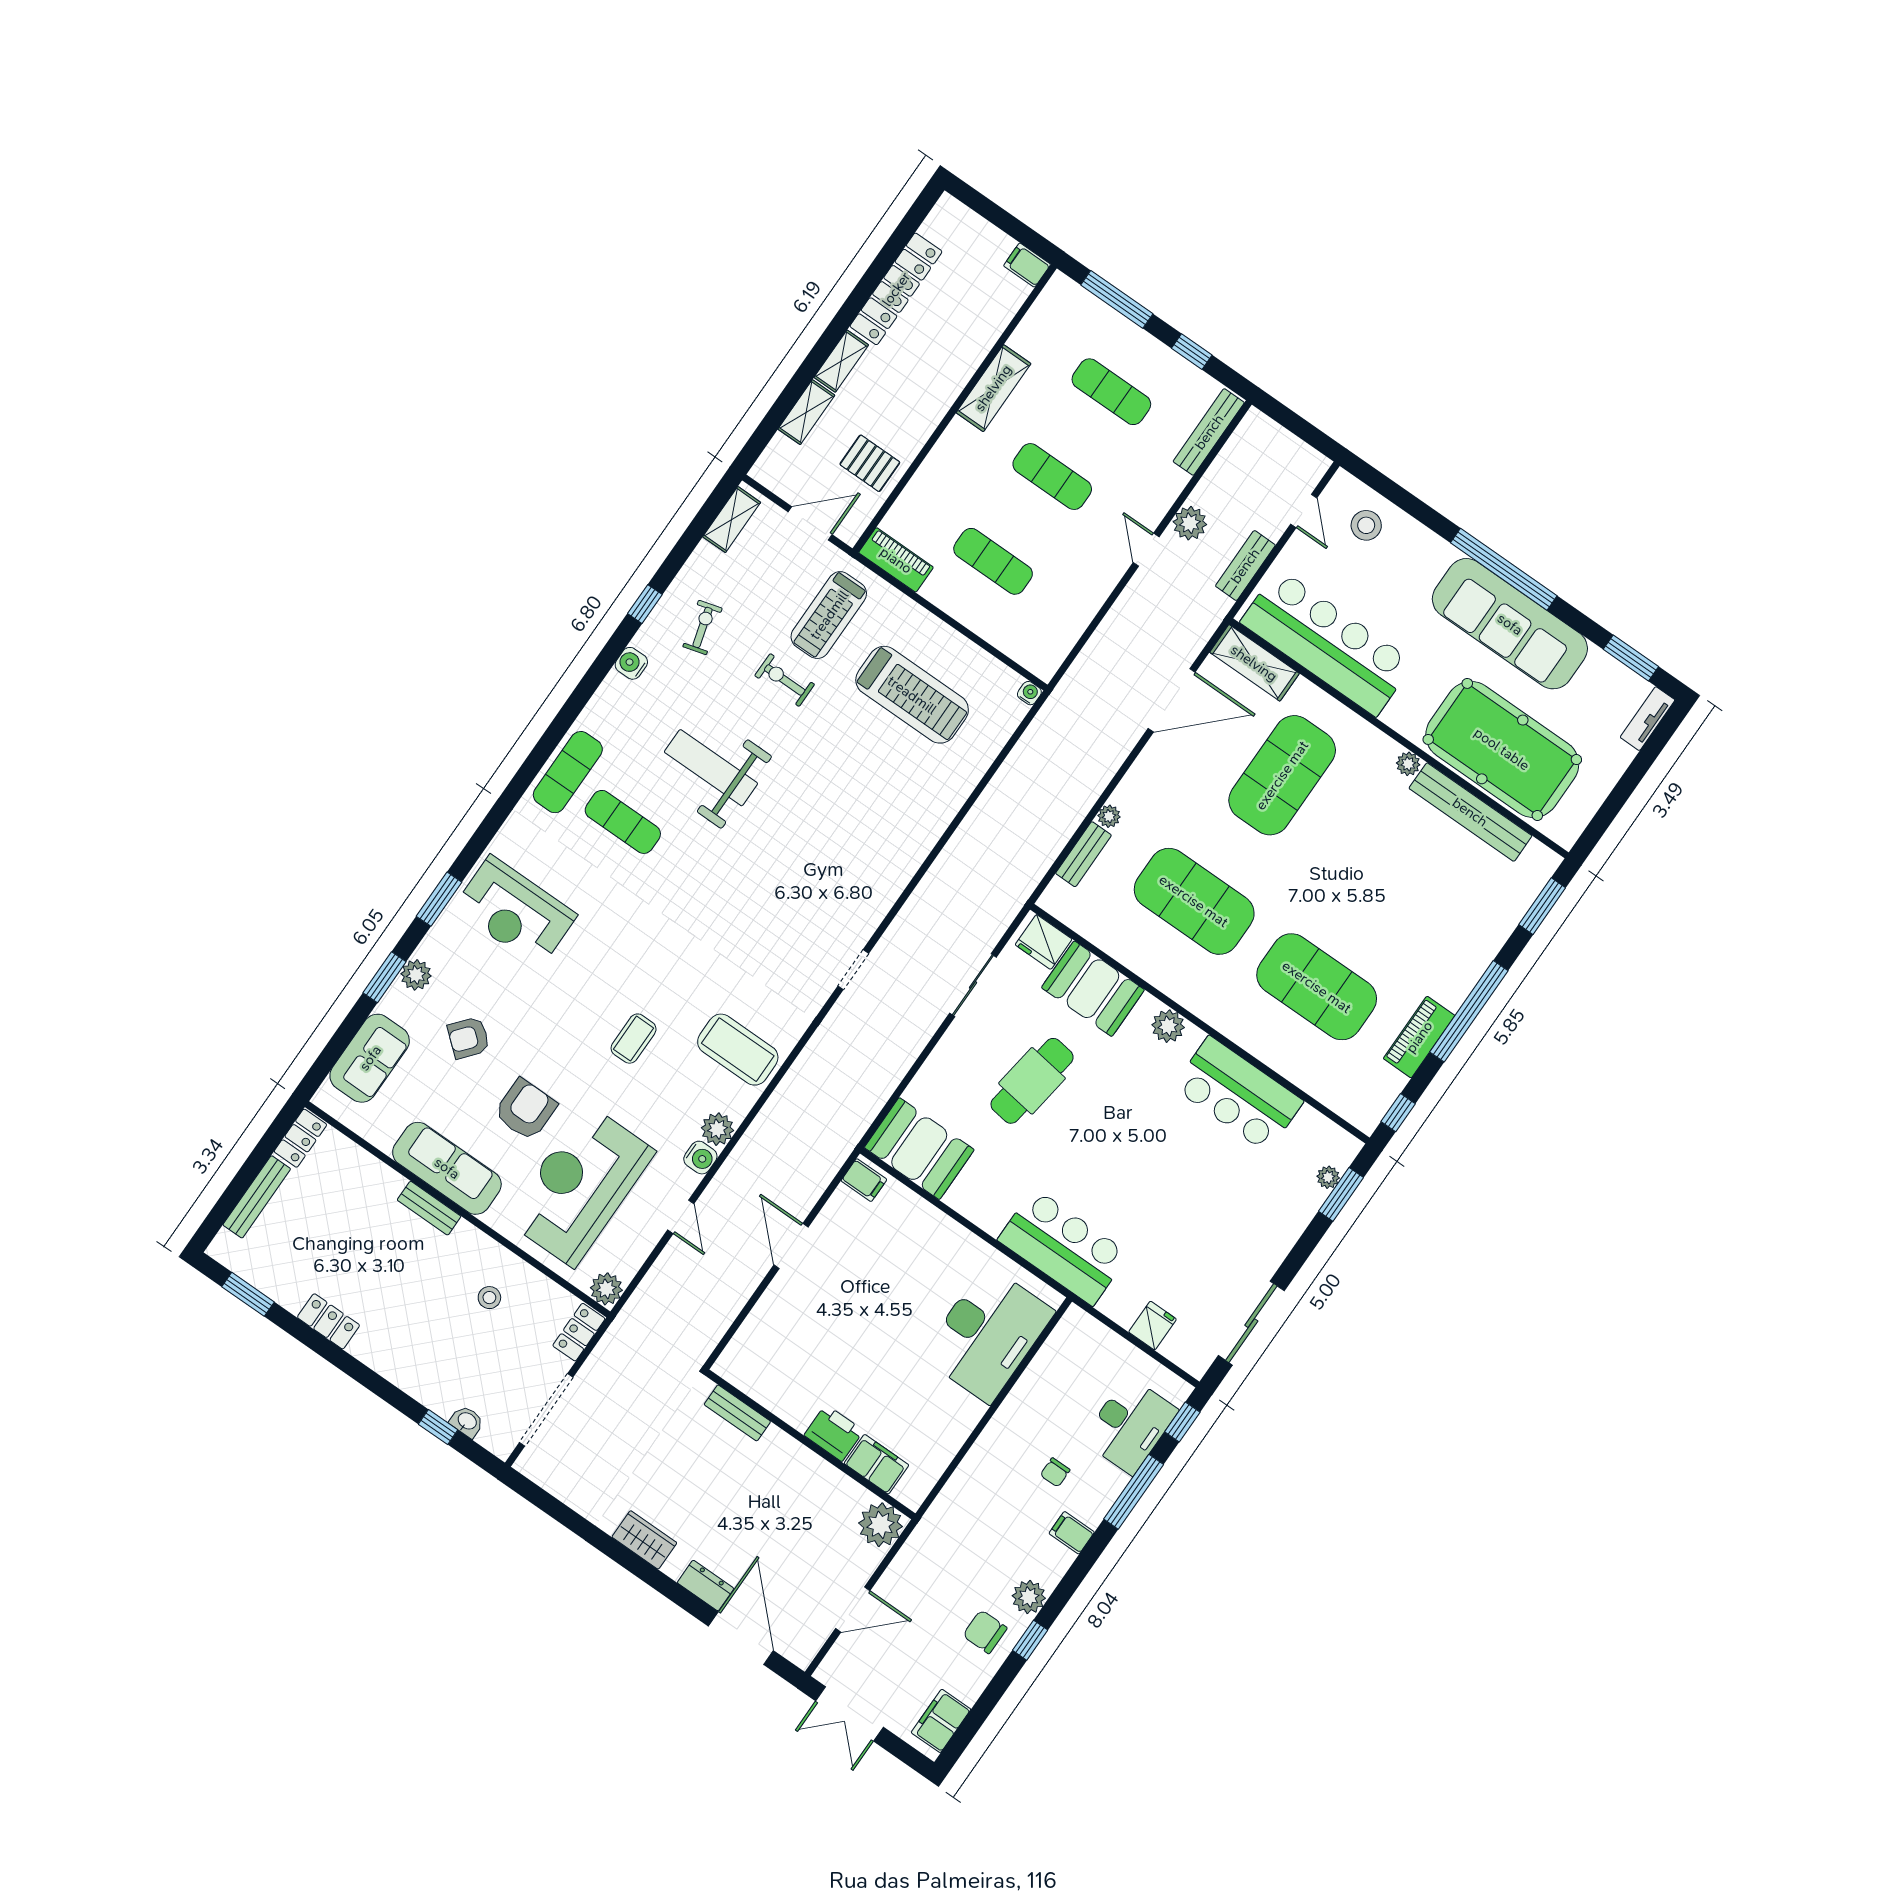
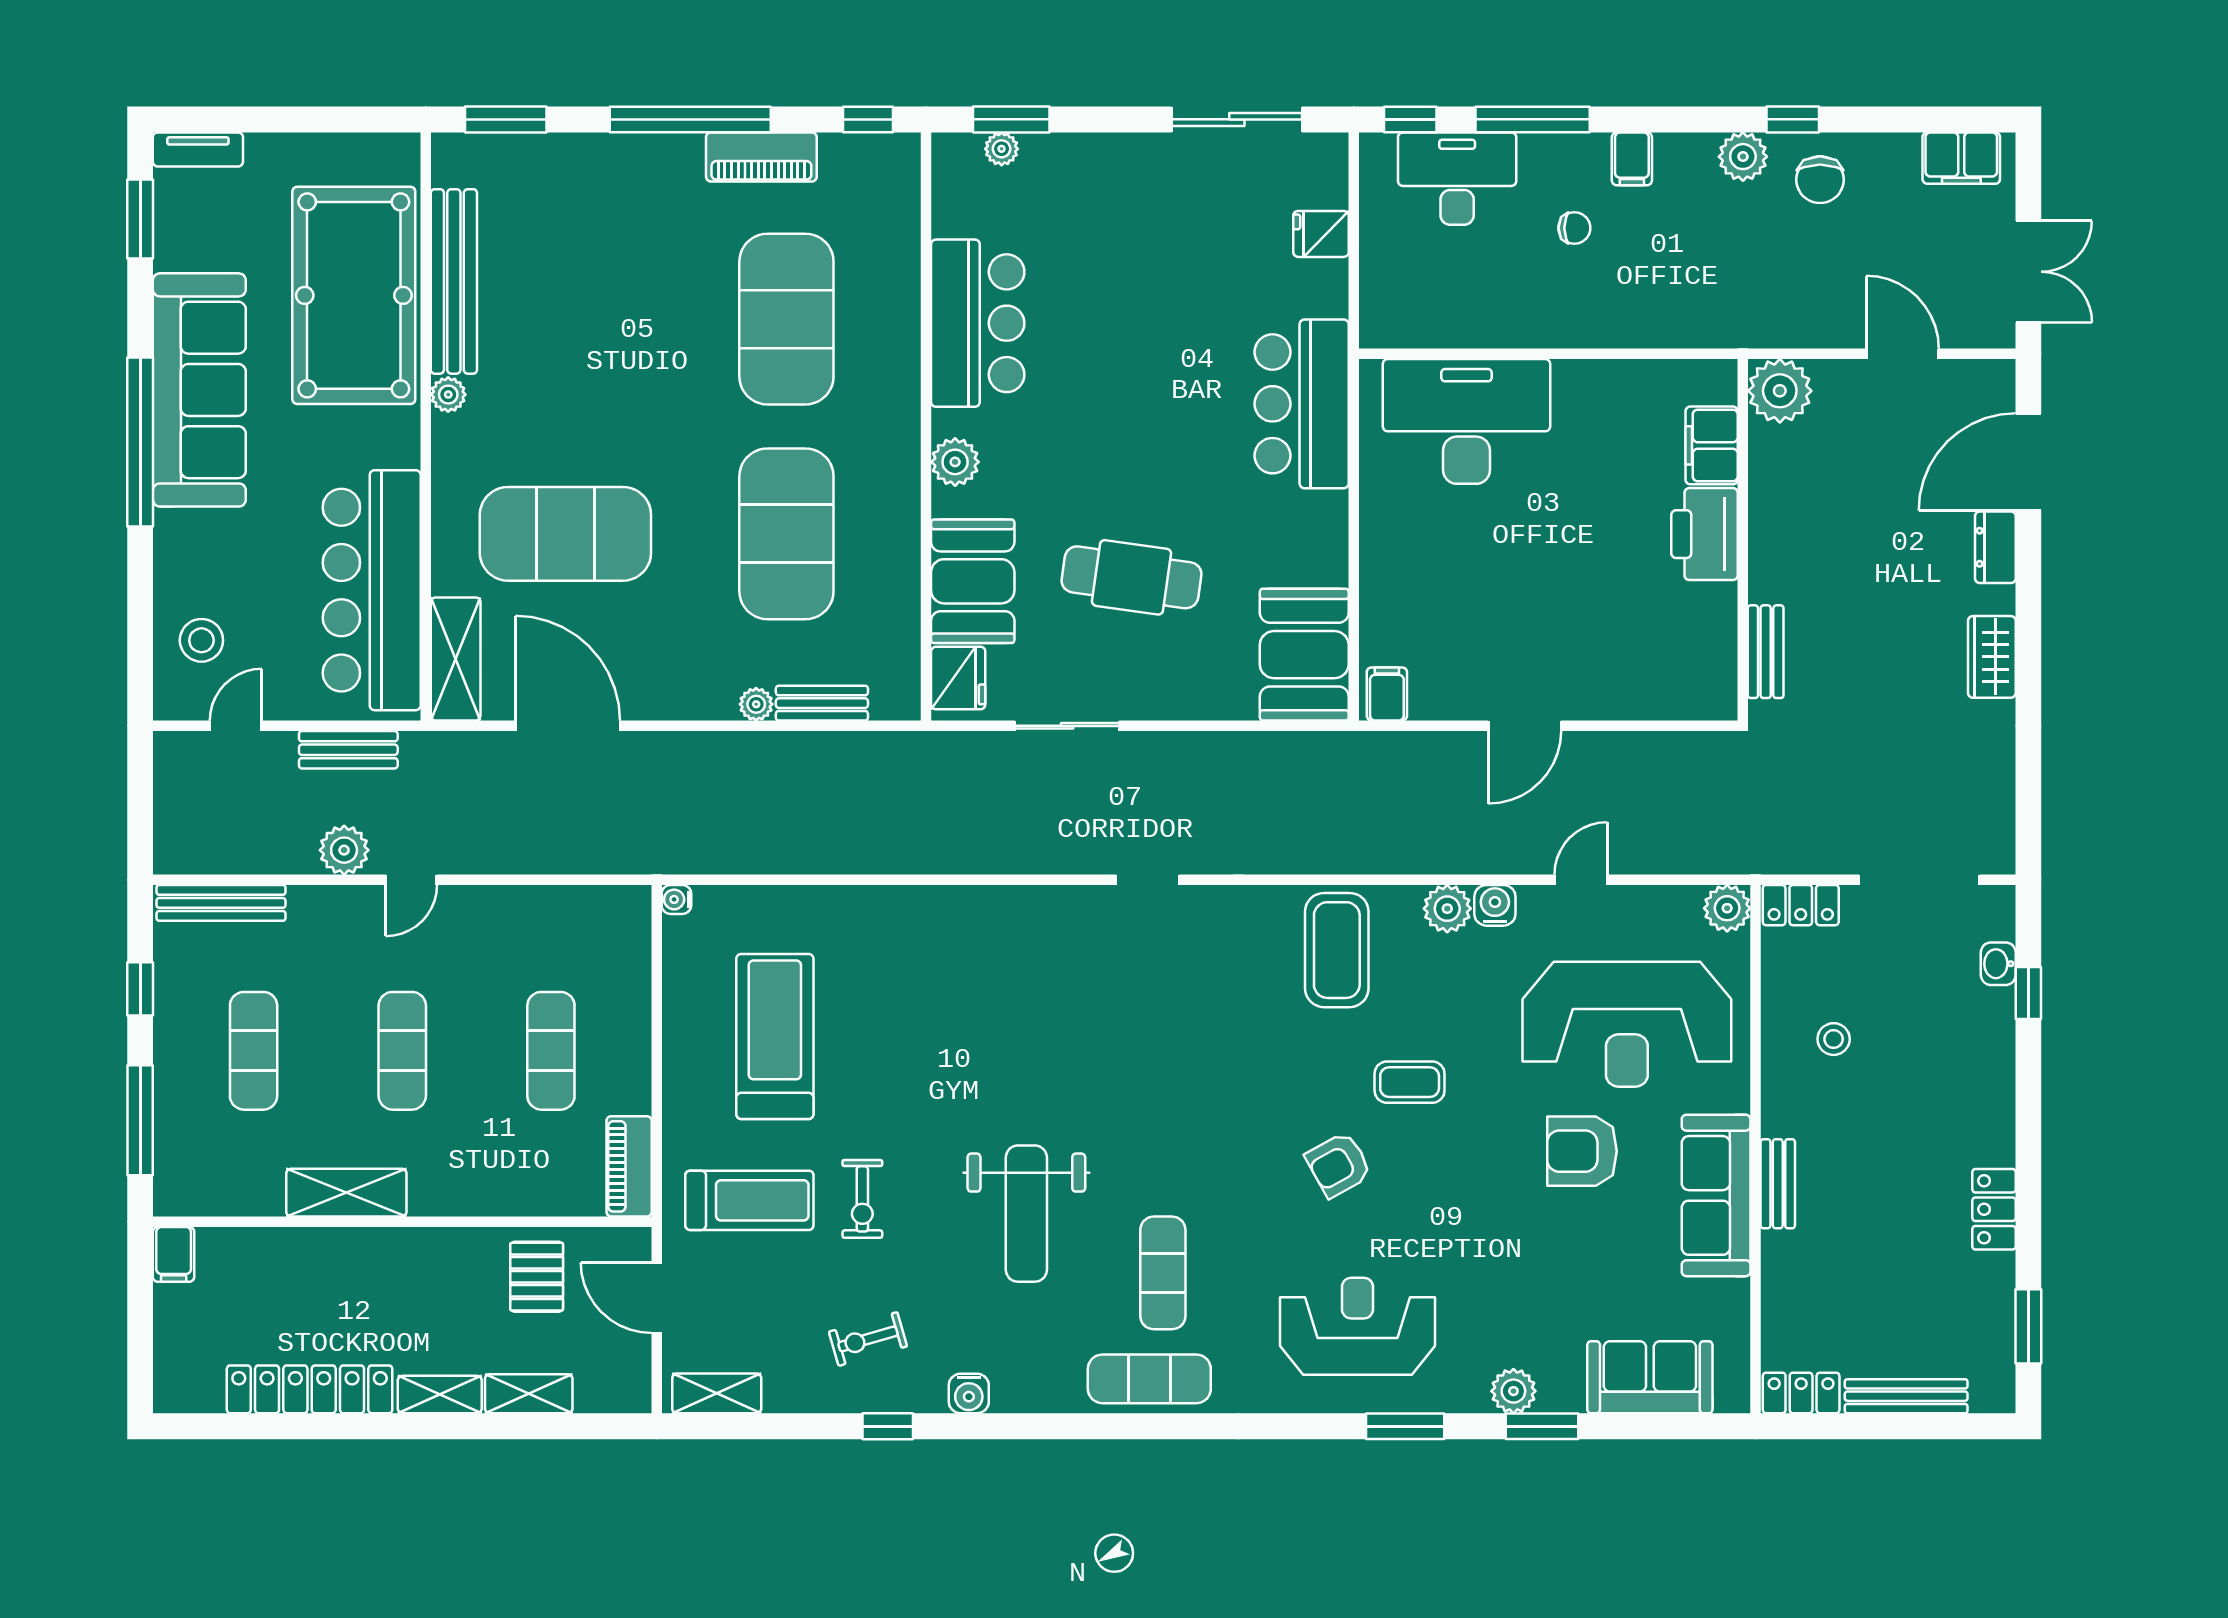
reception desk: (515, 912) -> (1357, 1326), turned -90
armchair: (469, 1038) -> (1339, 1165), moved, turned 111
printer: (834, 1433) -> (1704, 534), width x1.37, depth x1.19

